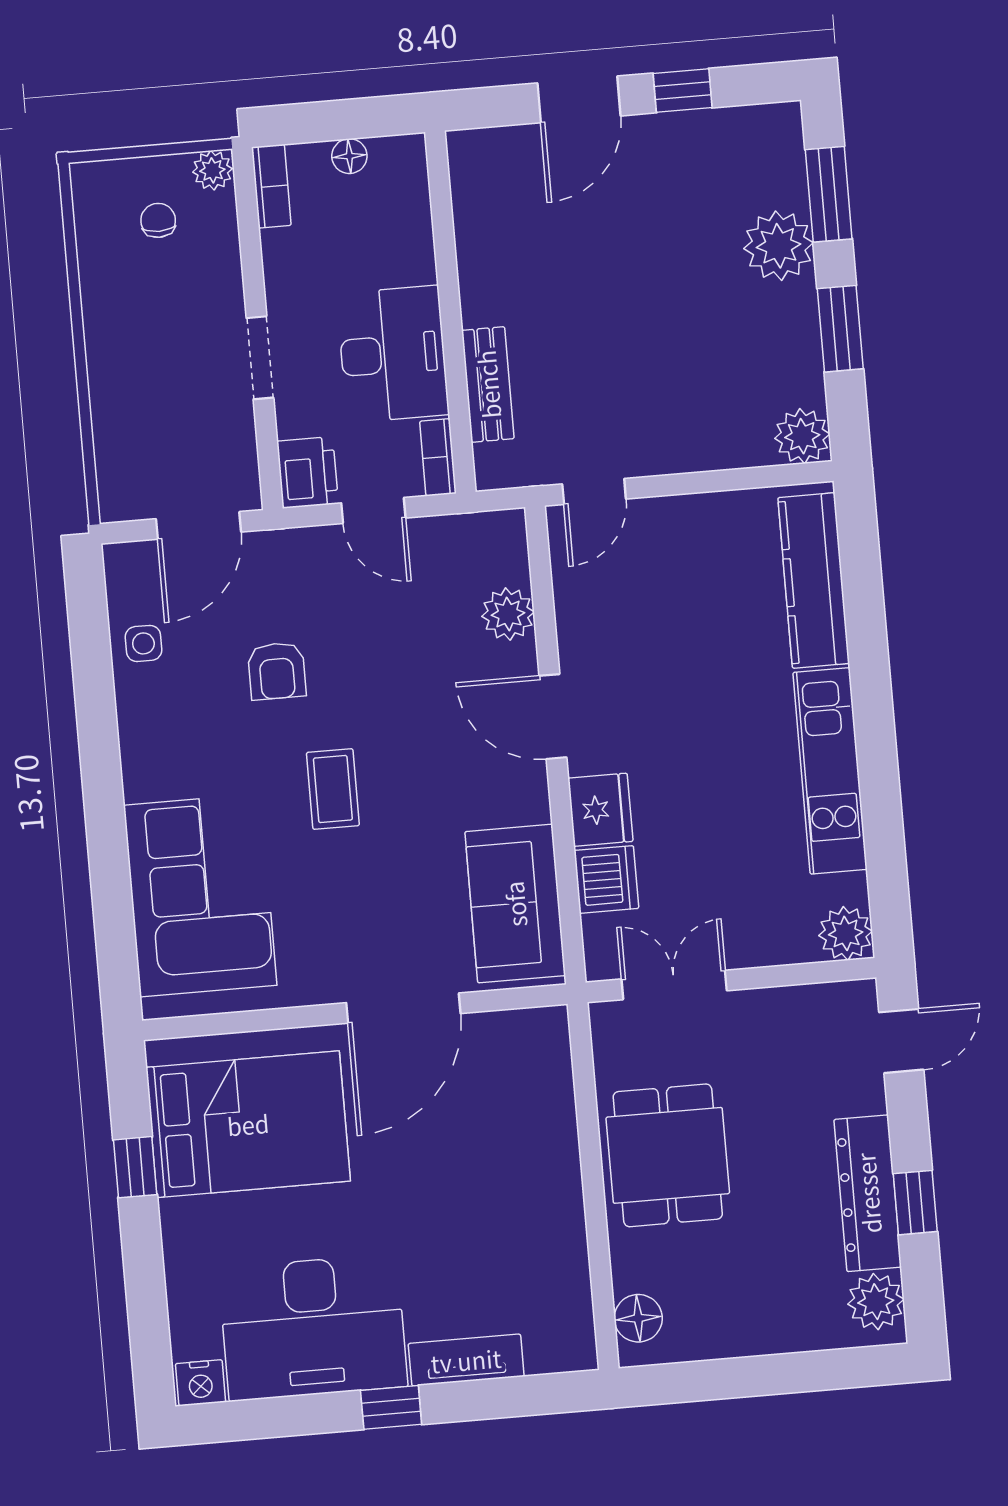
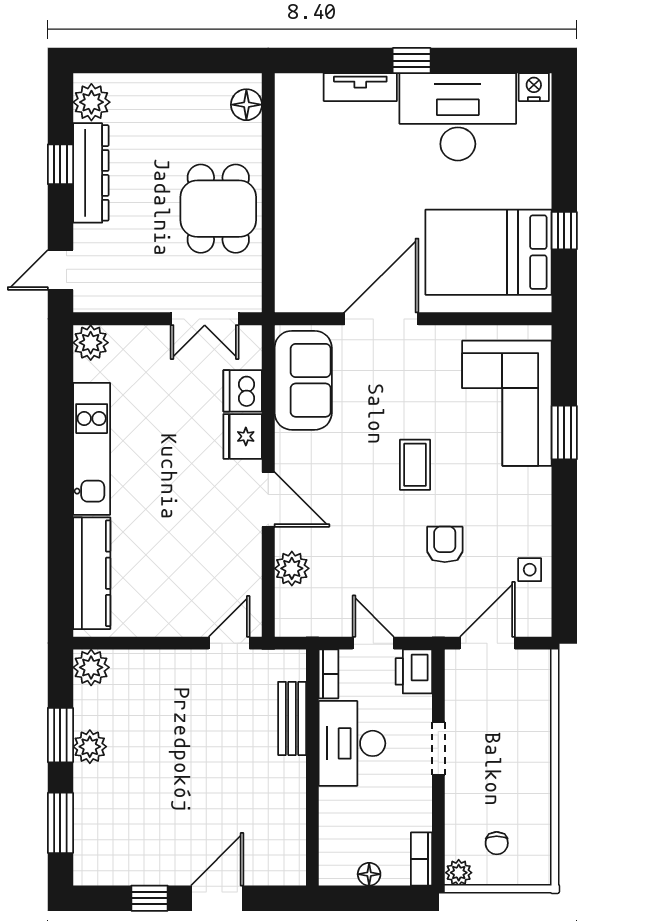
plant: (779, 246) -> (90, 747), moved, width x0.73, depth x0.73
window: (109, 858) -> (564, 433), added

